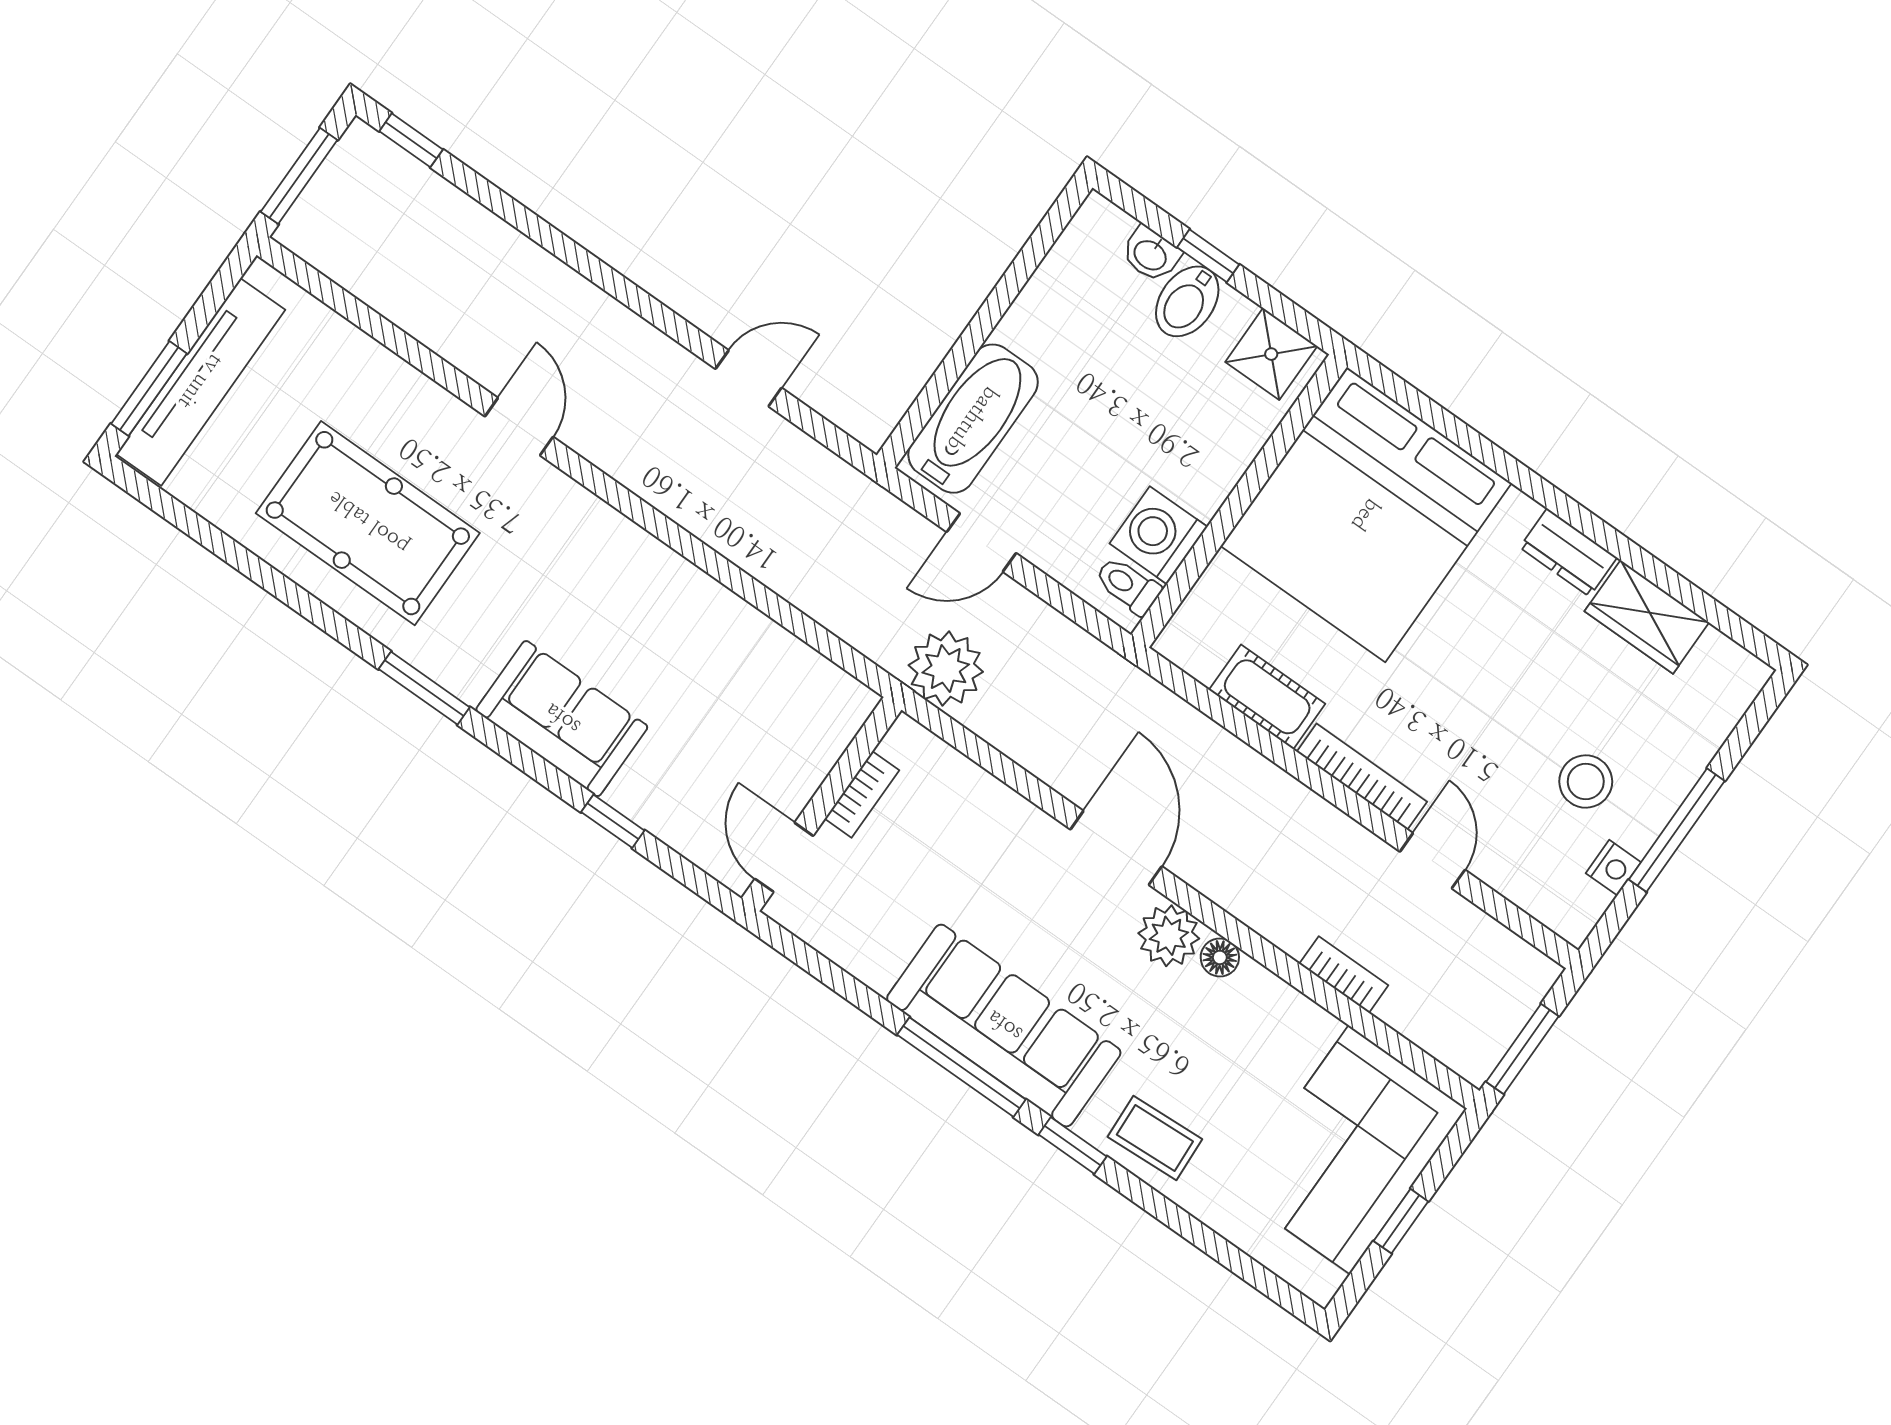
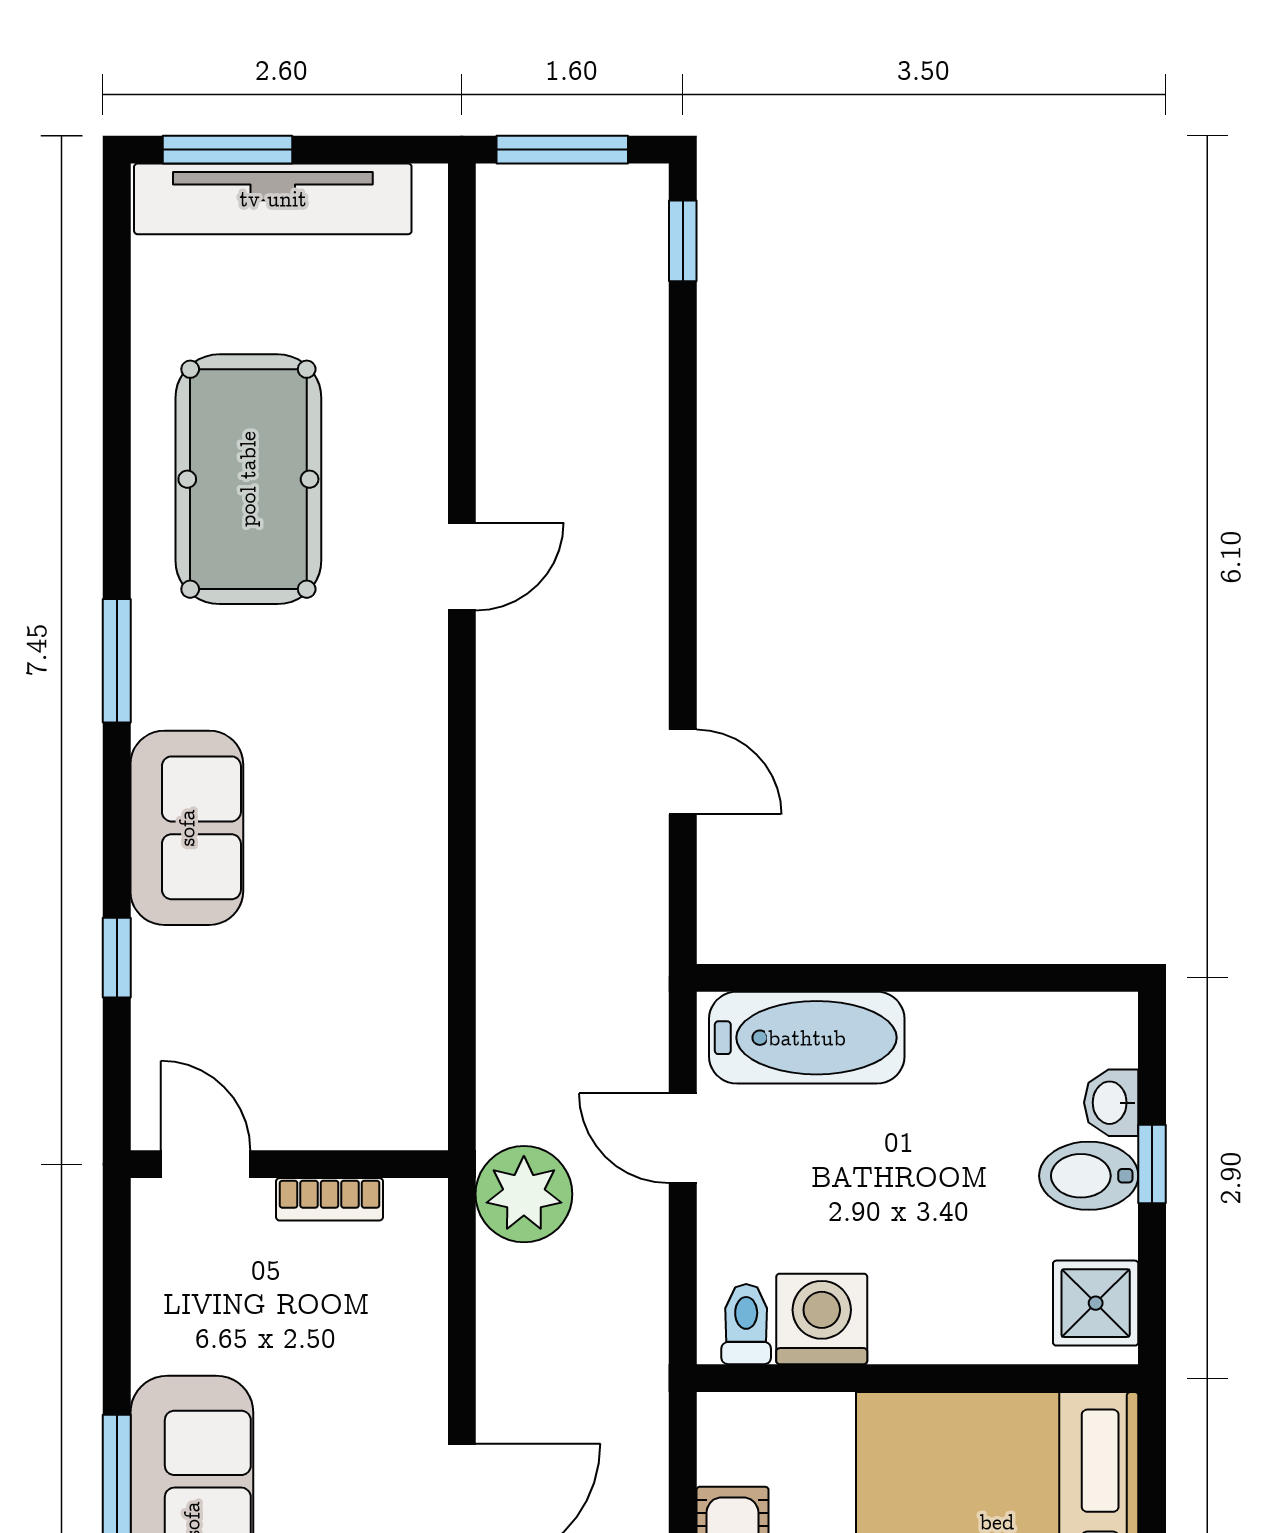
door: (784, 857) -> (206, 1164), hinge flipped

